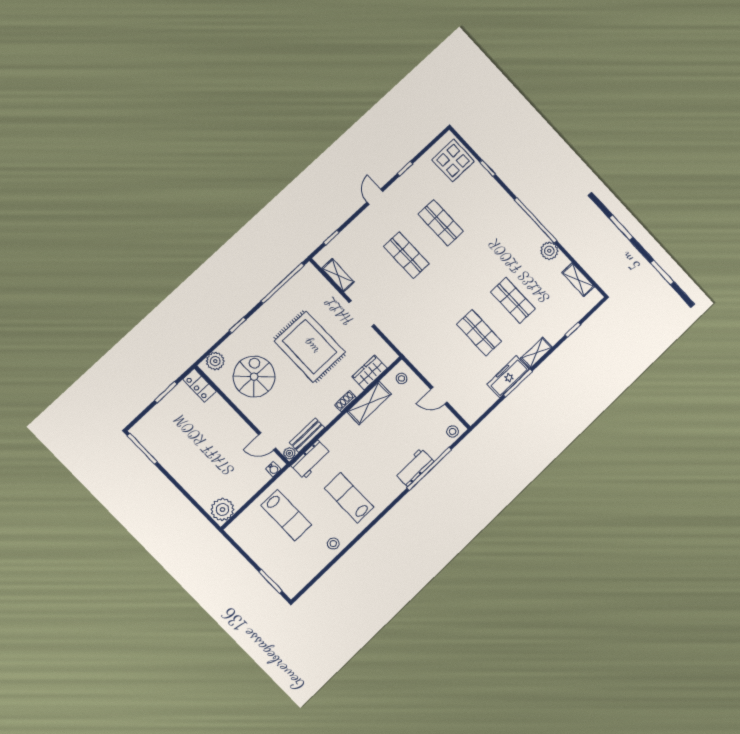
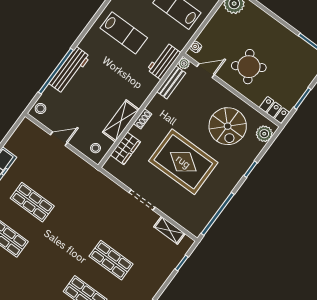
round table: (219, 438) -> (249, 67), added
workbench: (414, 467) -> (70, 70), width x1.38

